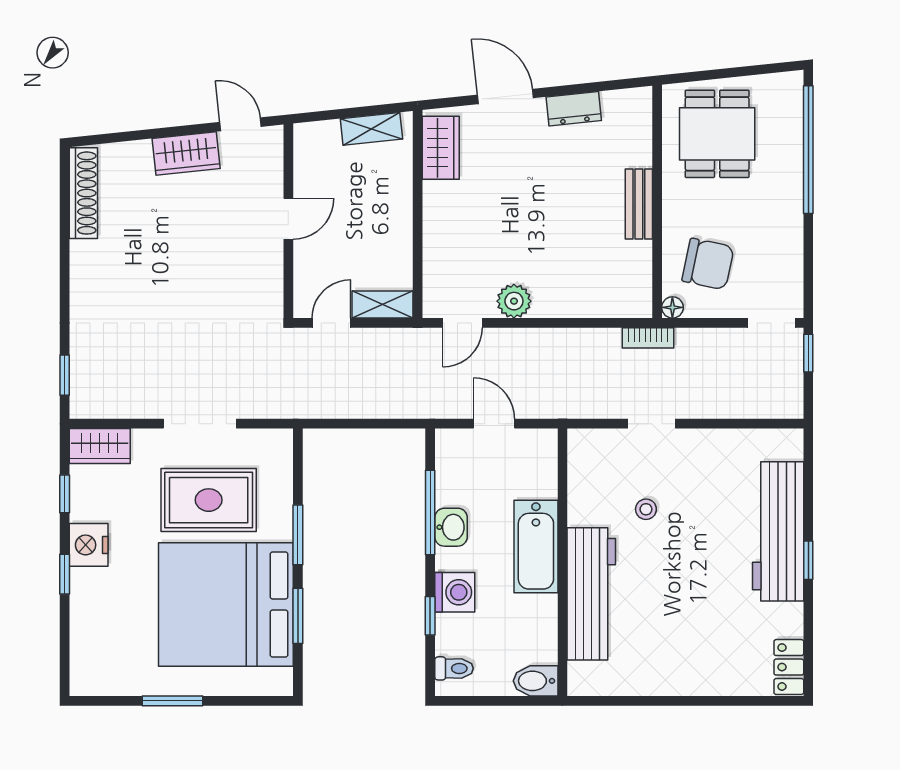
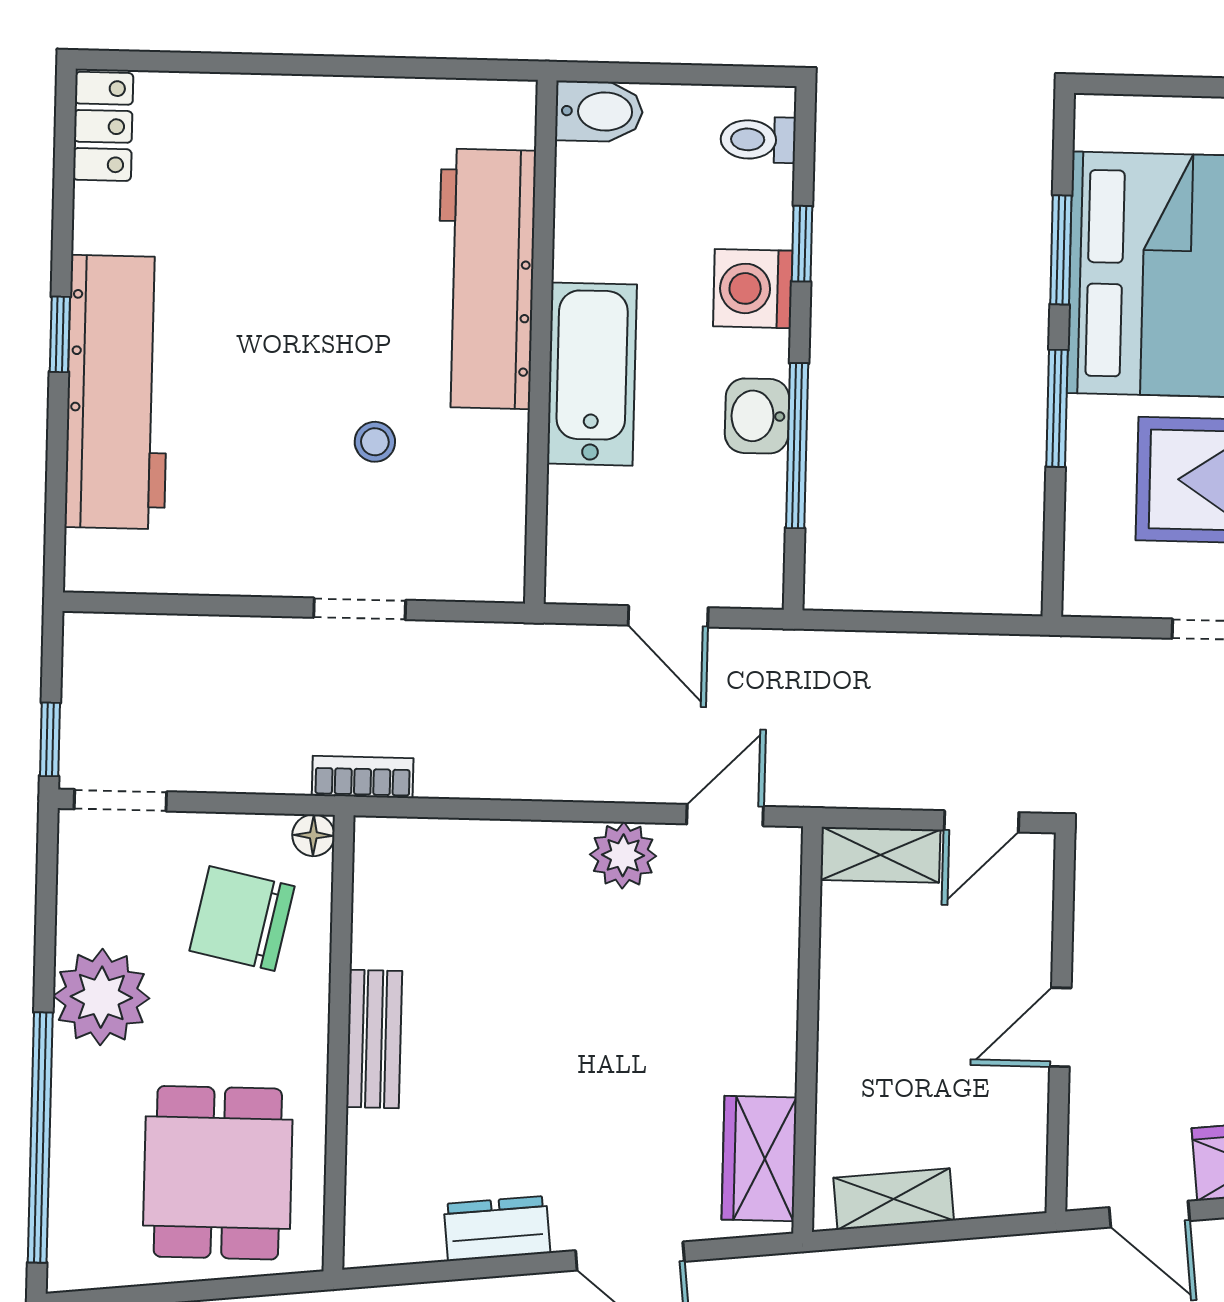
plant: (779, 222) -> (101, 997), added

